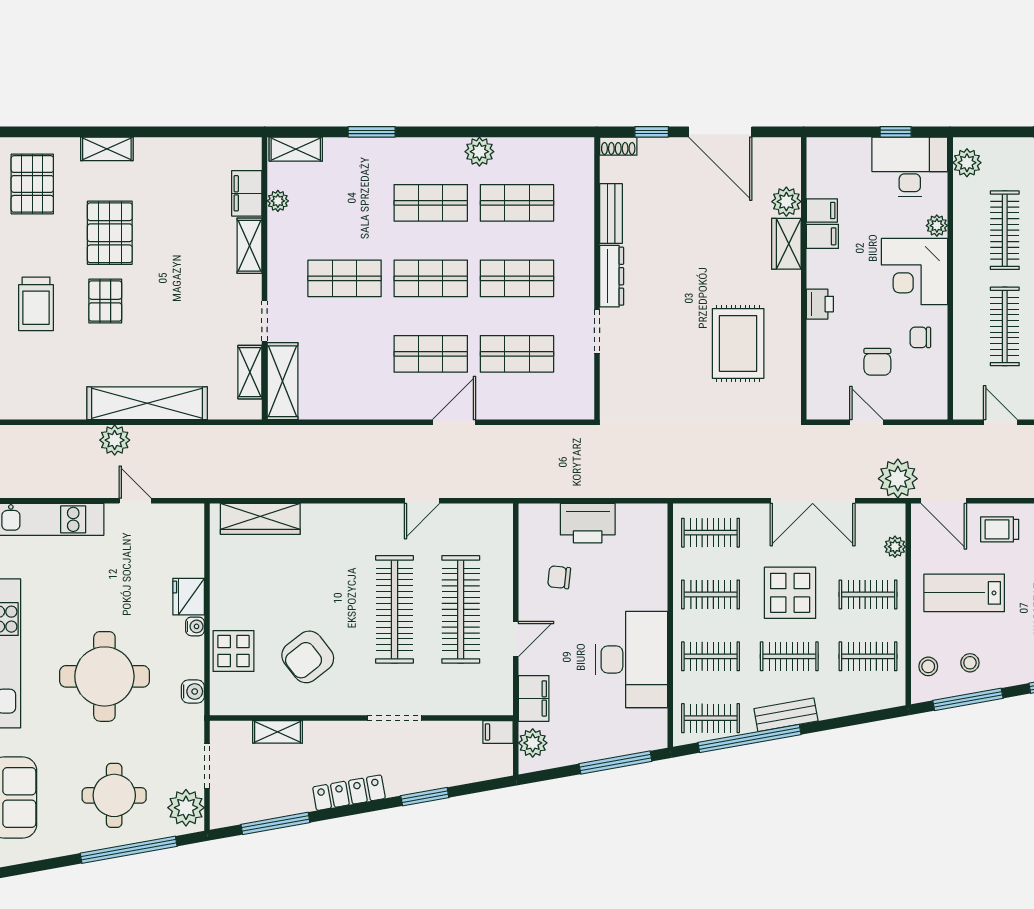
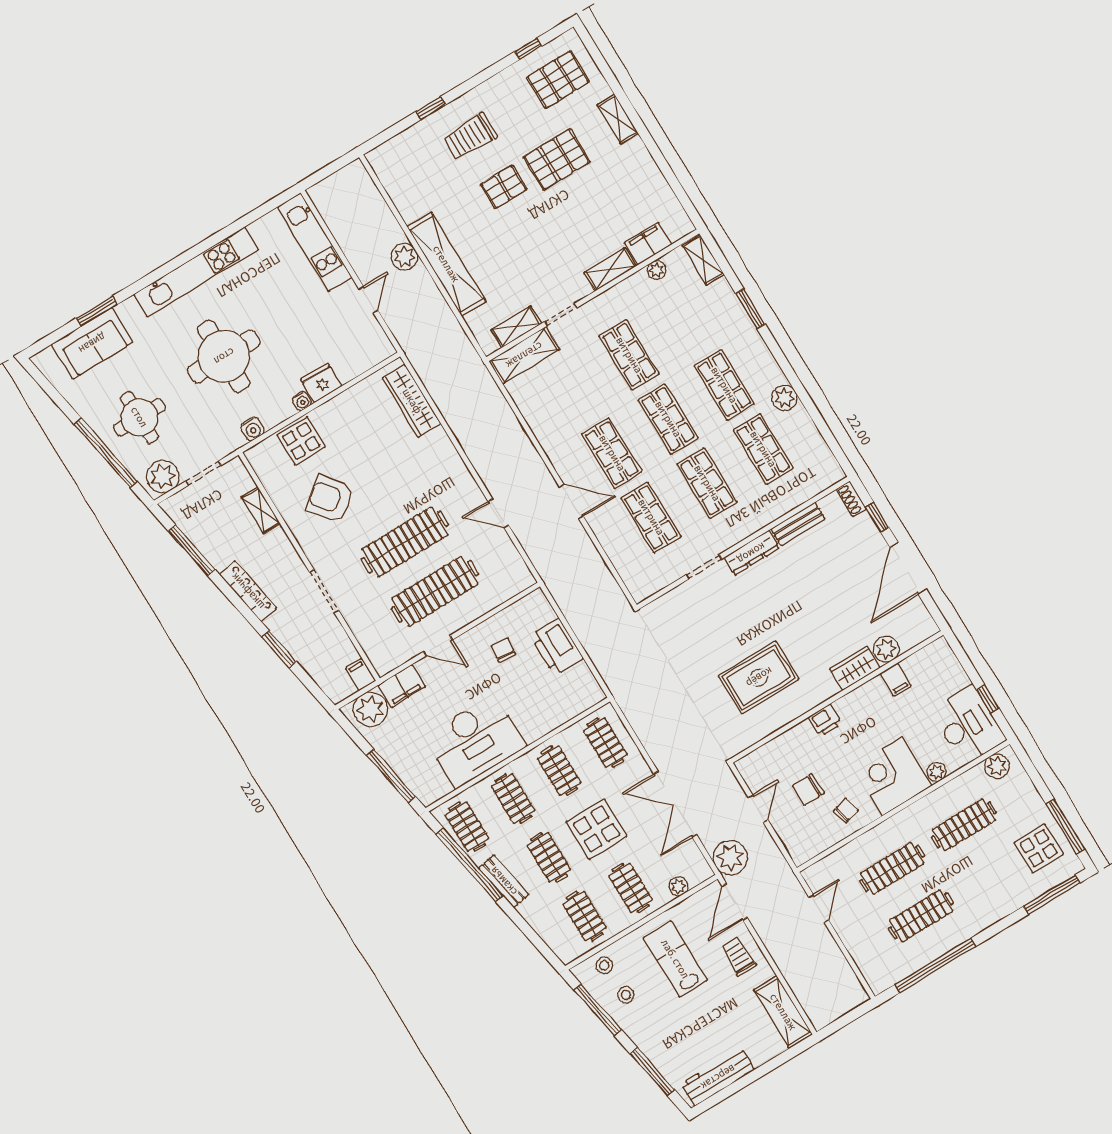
filing cabinet: (822, 236) -> (877, 692), removed
chair: (920, 337) -> (846, 811), turned 75
plant: (533, 743) -> (370, 709), width x1.36, depth x1.36

